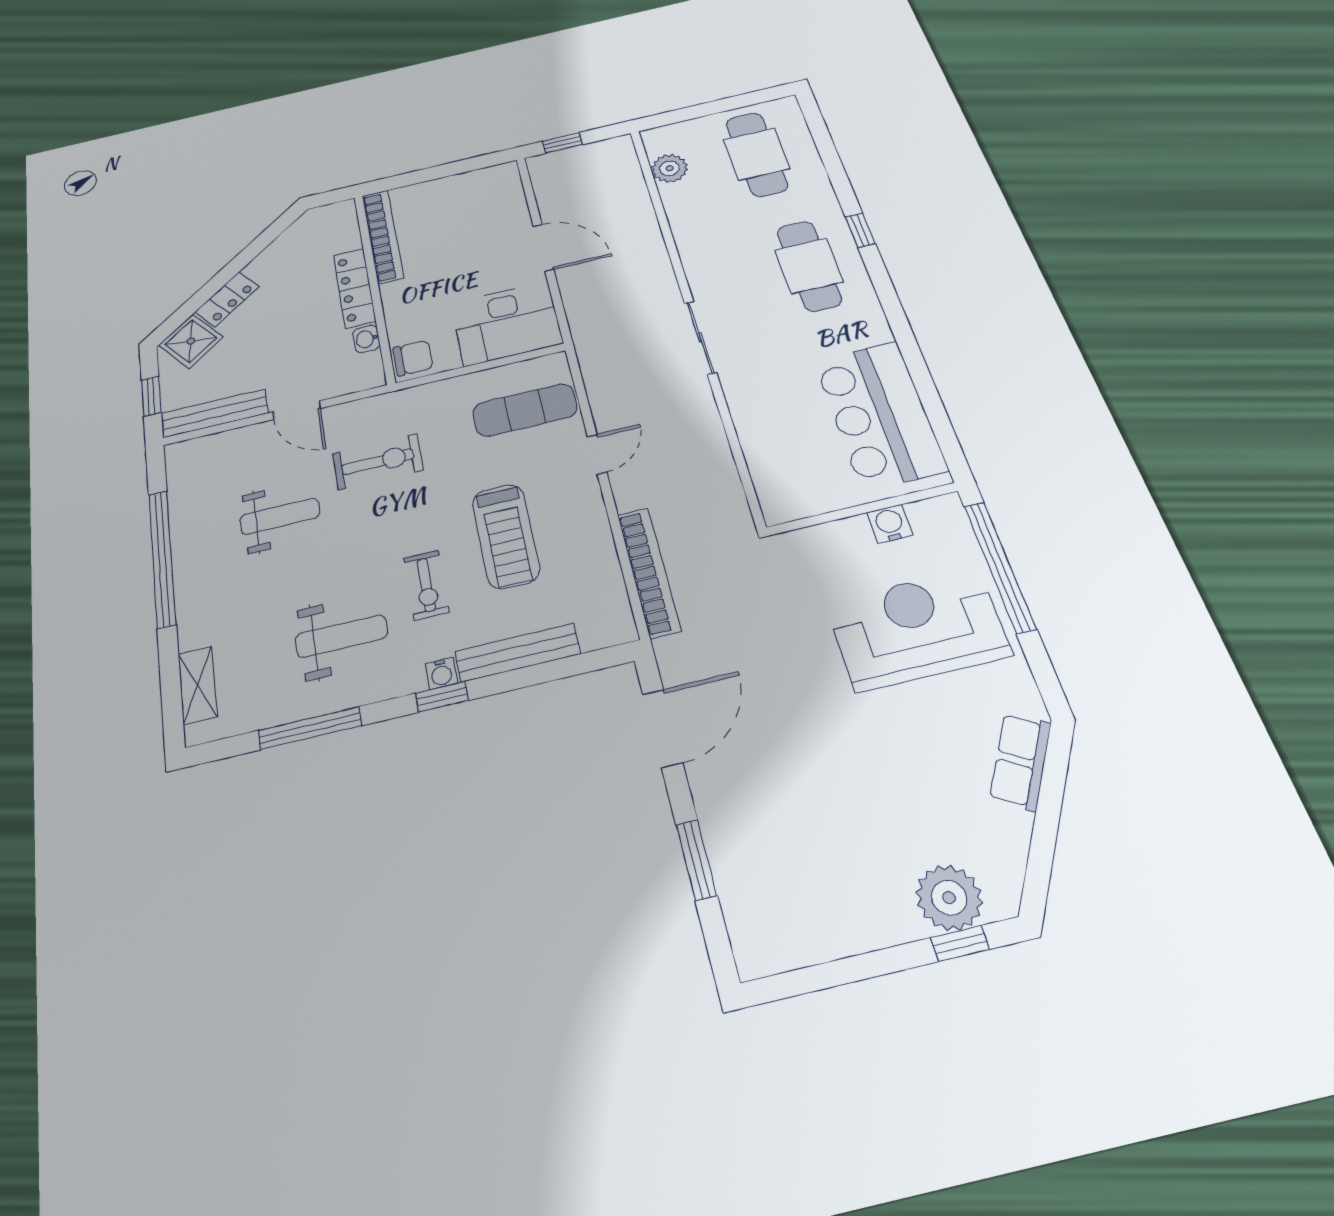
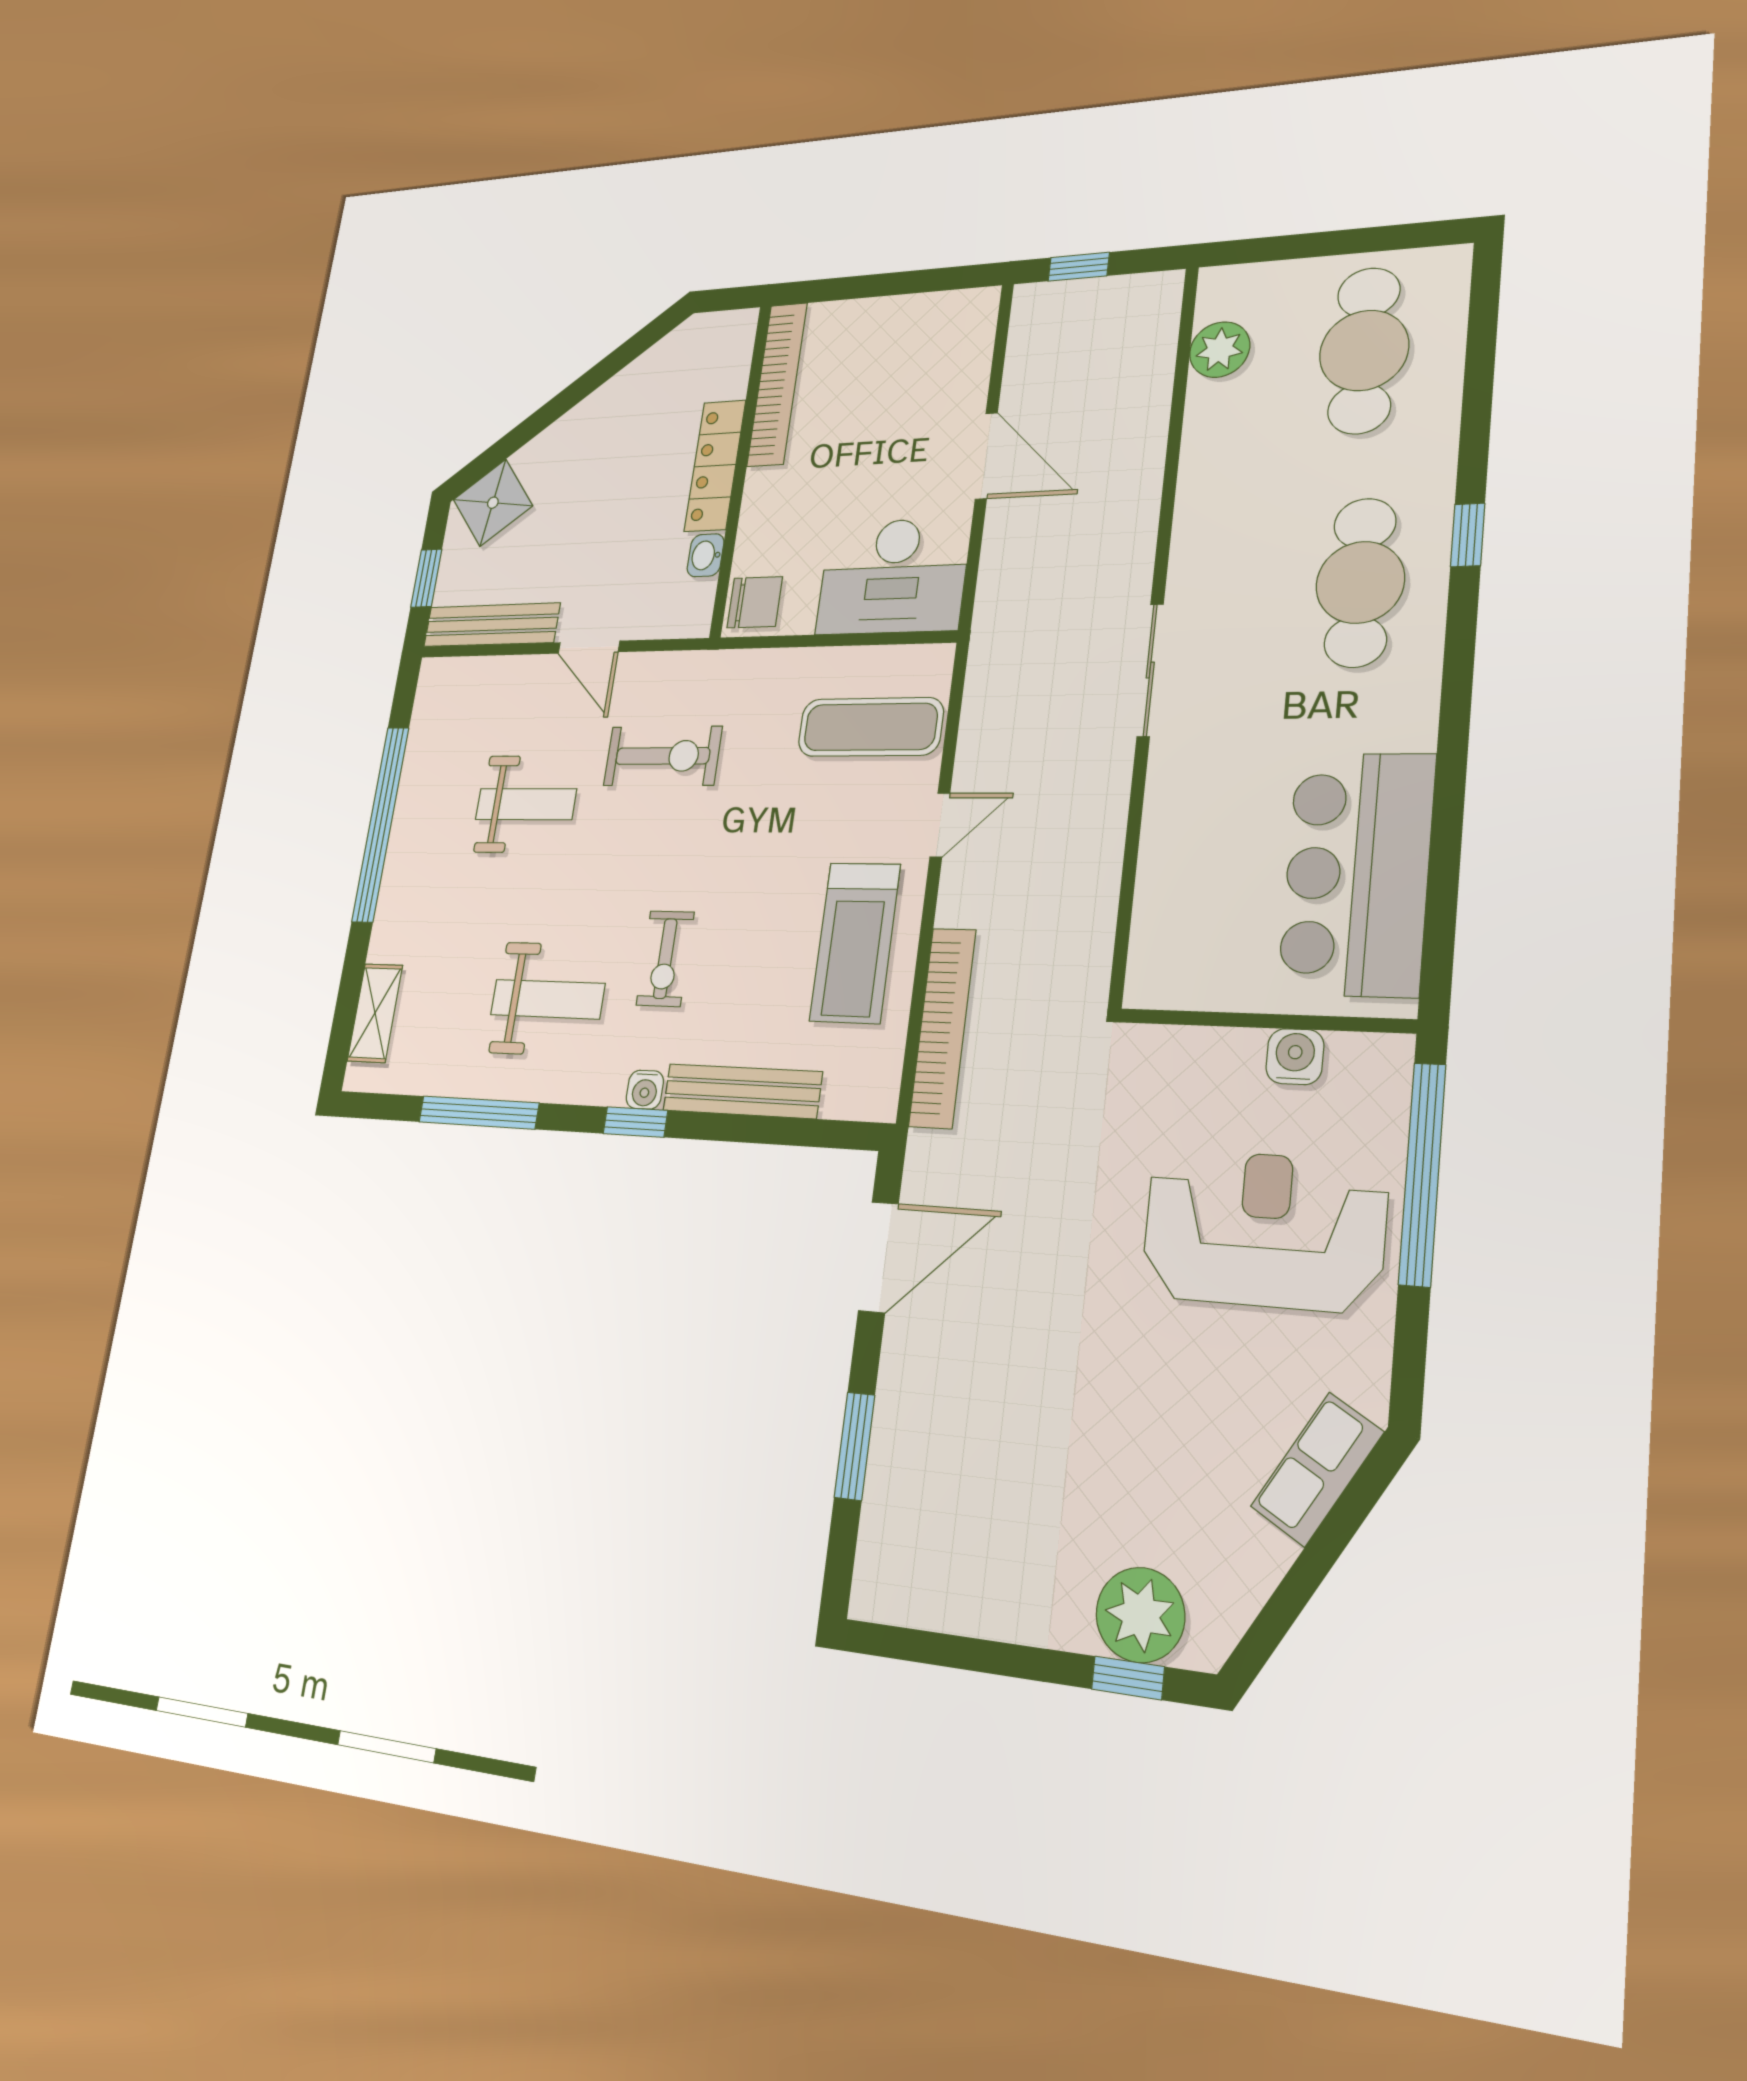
locker: (227, 299) -> (553, 445), removed
treadmill: (506, 536) -> (855, 943), moved

